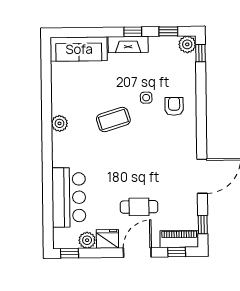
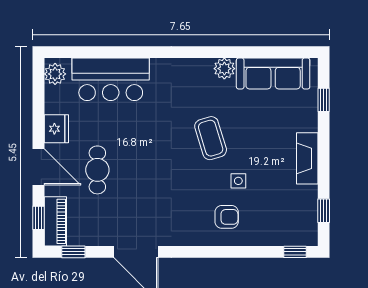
window: (133, 32) -> (324, 100), moved
plant: (187, 44) -> (307, 235), removed
sofa: (79, 49) -> (273, 73), moved, turned -90
plant: (59, 123) -> (224, 69), moved
plant: (87, 240) -> (55, 74), moved
window: (70, 253) -> (38, 79), removed

